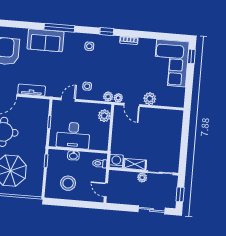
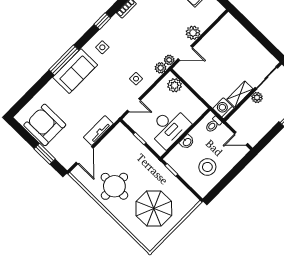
sofa: (45, 40) -> (75, 71), moved
door: (68, 100) -> (134, 105), swing flipped

